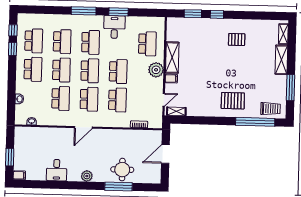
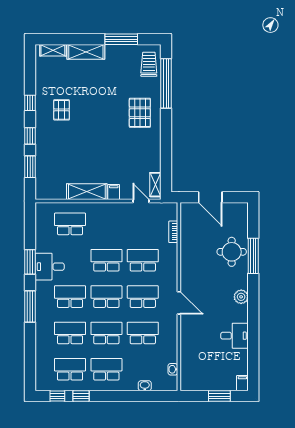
window: (243, 15) -> (30, 103), added
plant: (156, 70) -> (103, 212), removed

